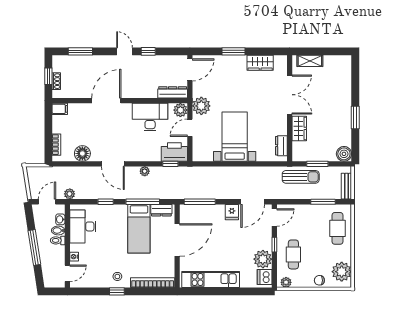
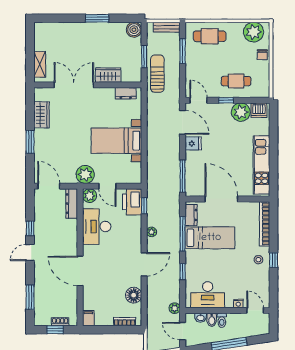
plant: (286, 282) -> (264, 88), removed

